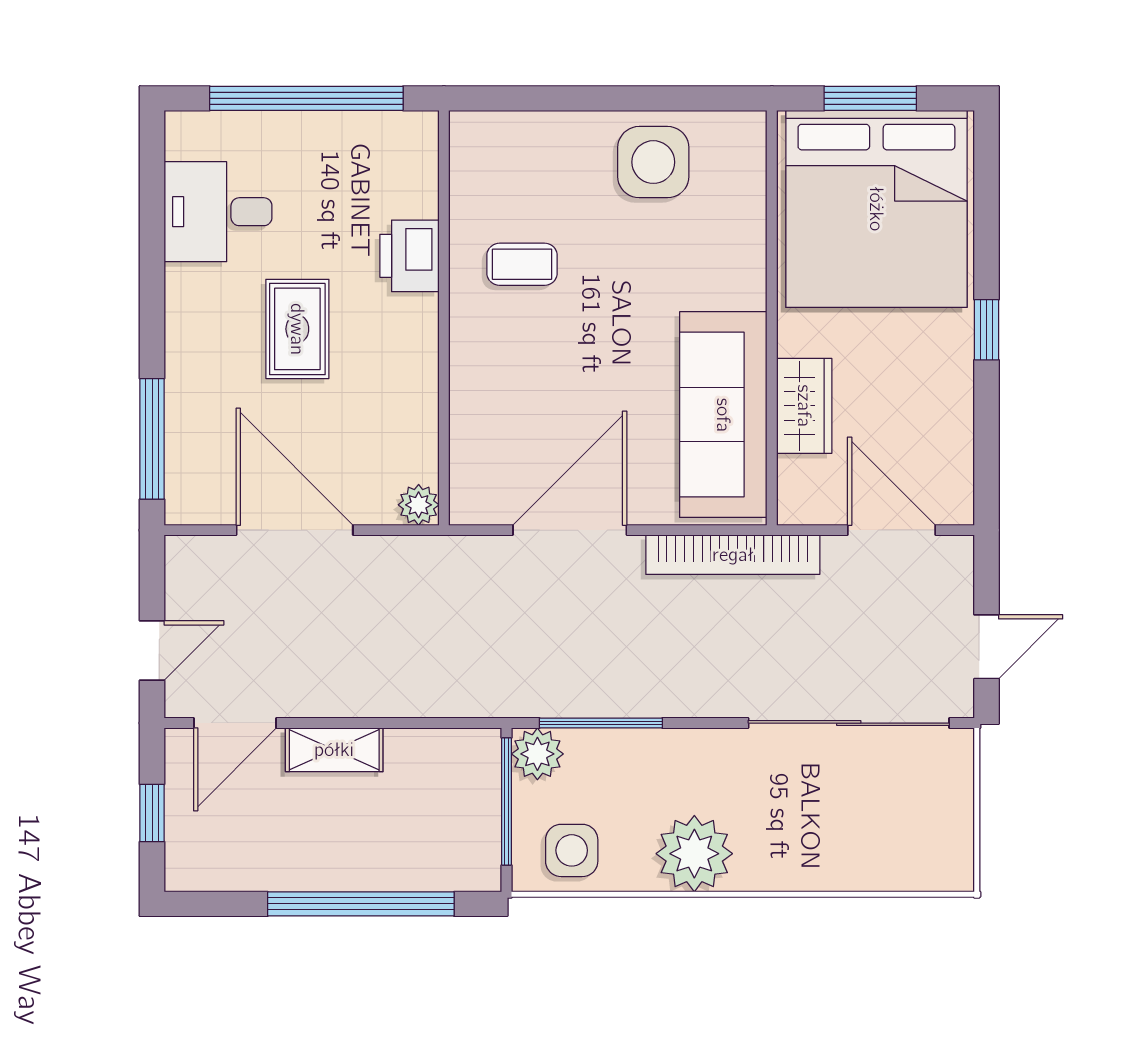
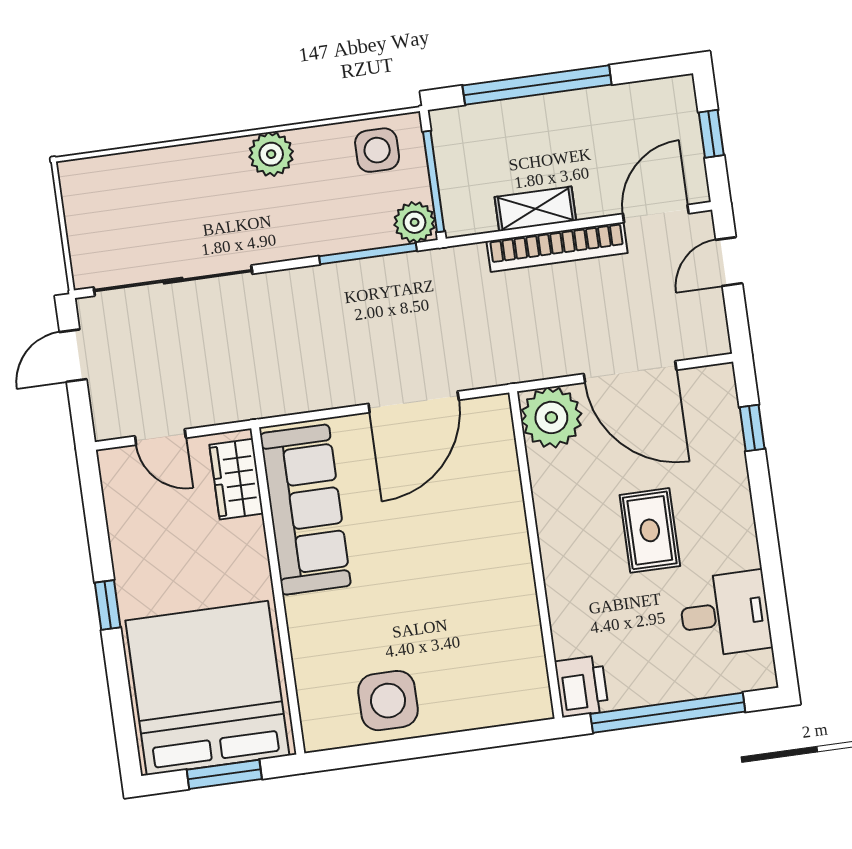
printer: (409, 256) -> (582, 686), moved
coffee table: (522, 264) -> (480, 606), removed
wardrobe: (804, 406) -> (236, 479), moved
window: (152, 439) -> (752, 428), width x0.46
plant: (419, 505) -> (551, 417), width x1.88, depth x1.88
door: (892, 530) -> (160, 437), width x0.73
bookcase: (733, 555) -> (557, 247), moved, turned 180
shelving: (334, 750) -> (535, 209), moved
plant: (694, 854) -> (271, 154), width x0.73, depth x0.73

